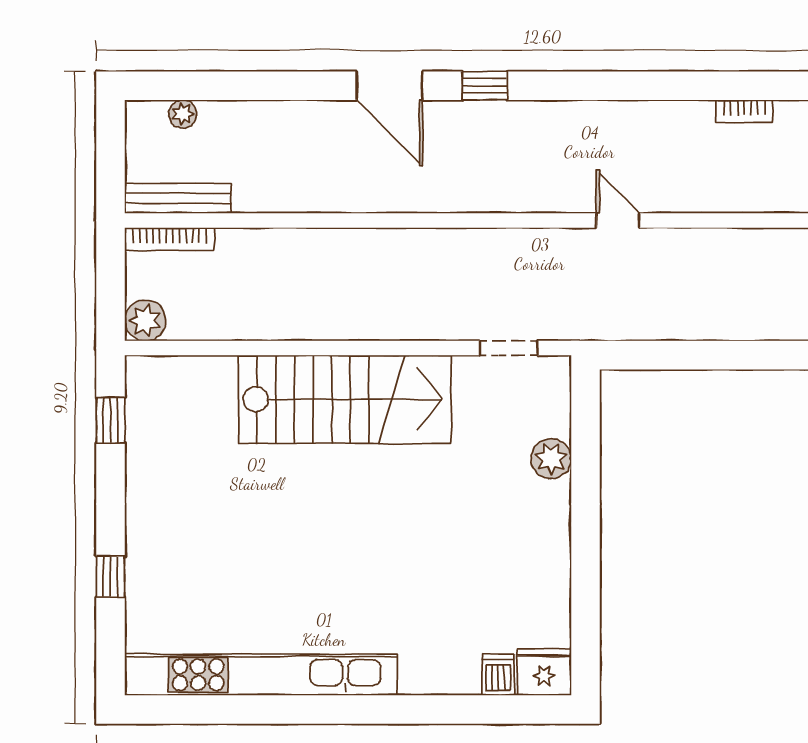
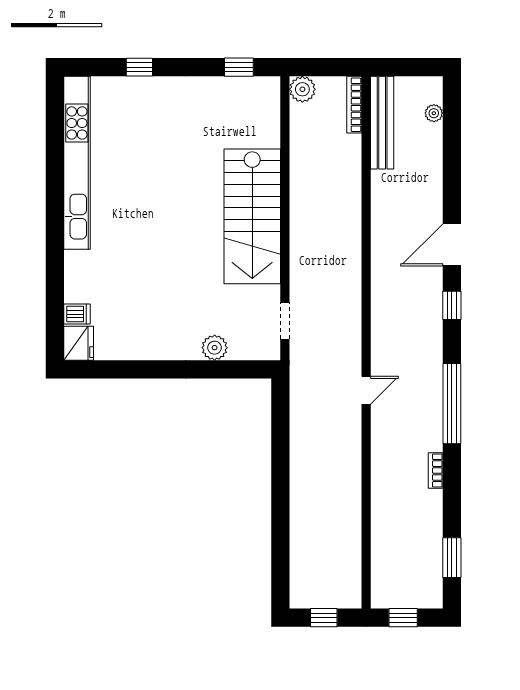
window: (639, 86) -> (452, 404), added
bench: (178, 198) -> (382, 123), width x1.37, depth x1.21

